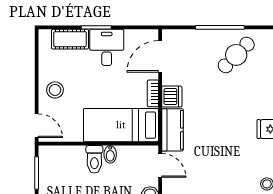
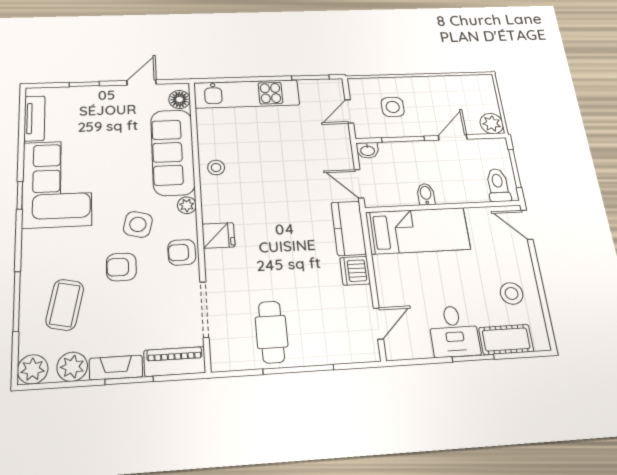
cafe table: (236, 55) -> (271, 332), turned -45
door: (160, 56) -> (378, 323), width x0.73
stool: (55, 90) -> (512, 293), moved
bookcase: (153, 93) -> (381, 274), removed
toilet: (94, 159) -> (498, 185), moved

